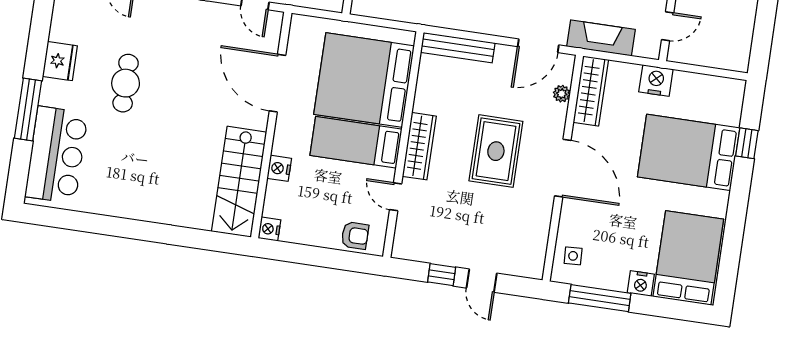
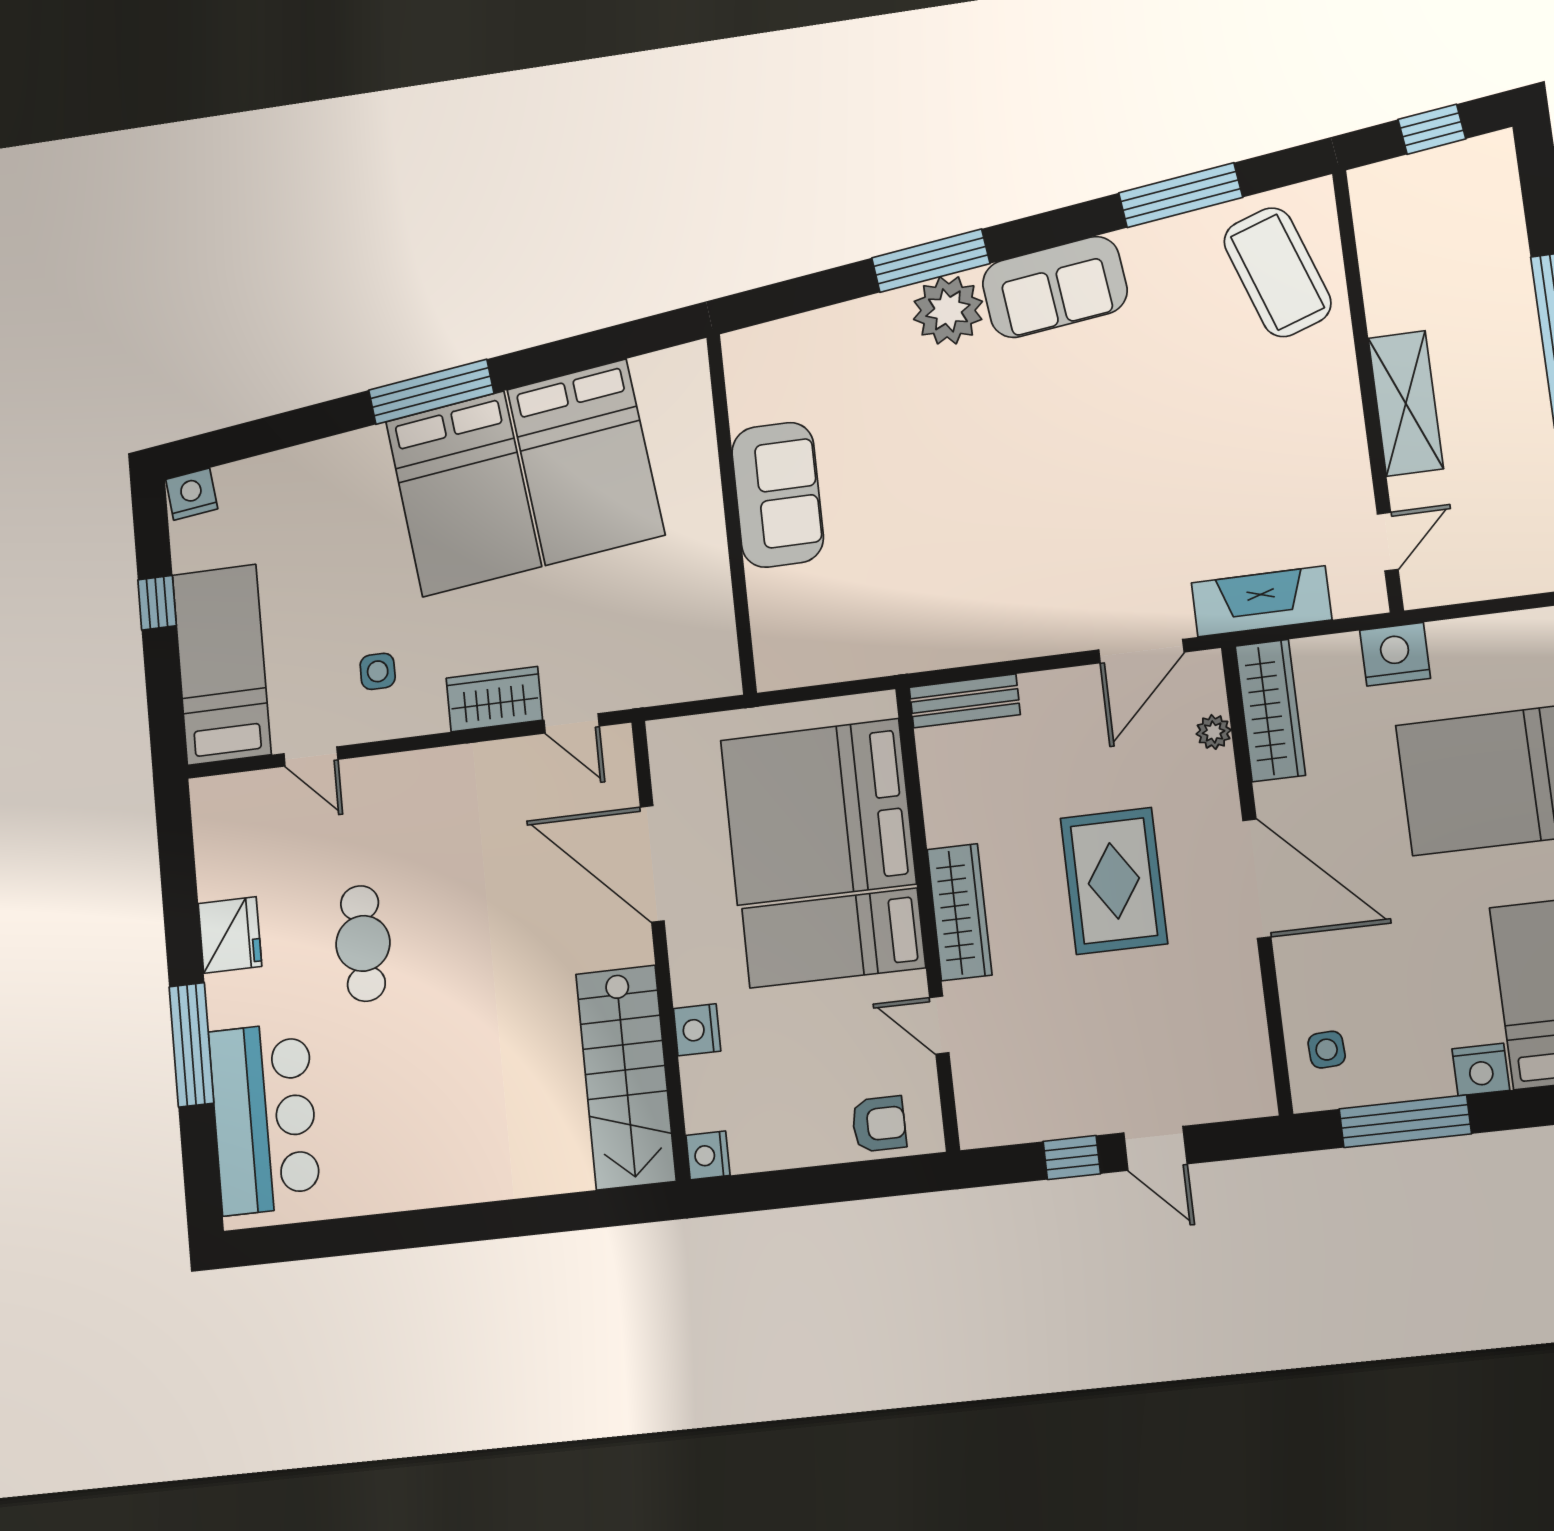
bench: (458, 48) -> (965, 701), width x0.73

